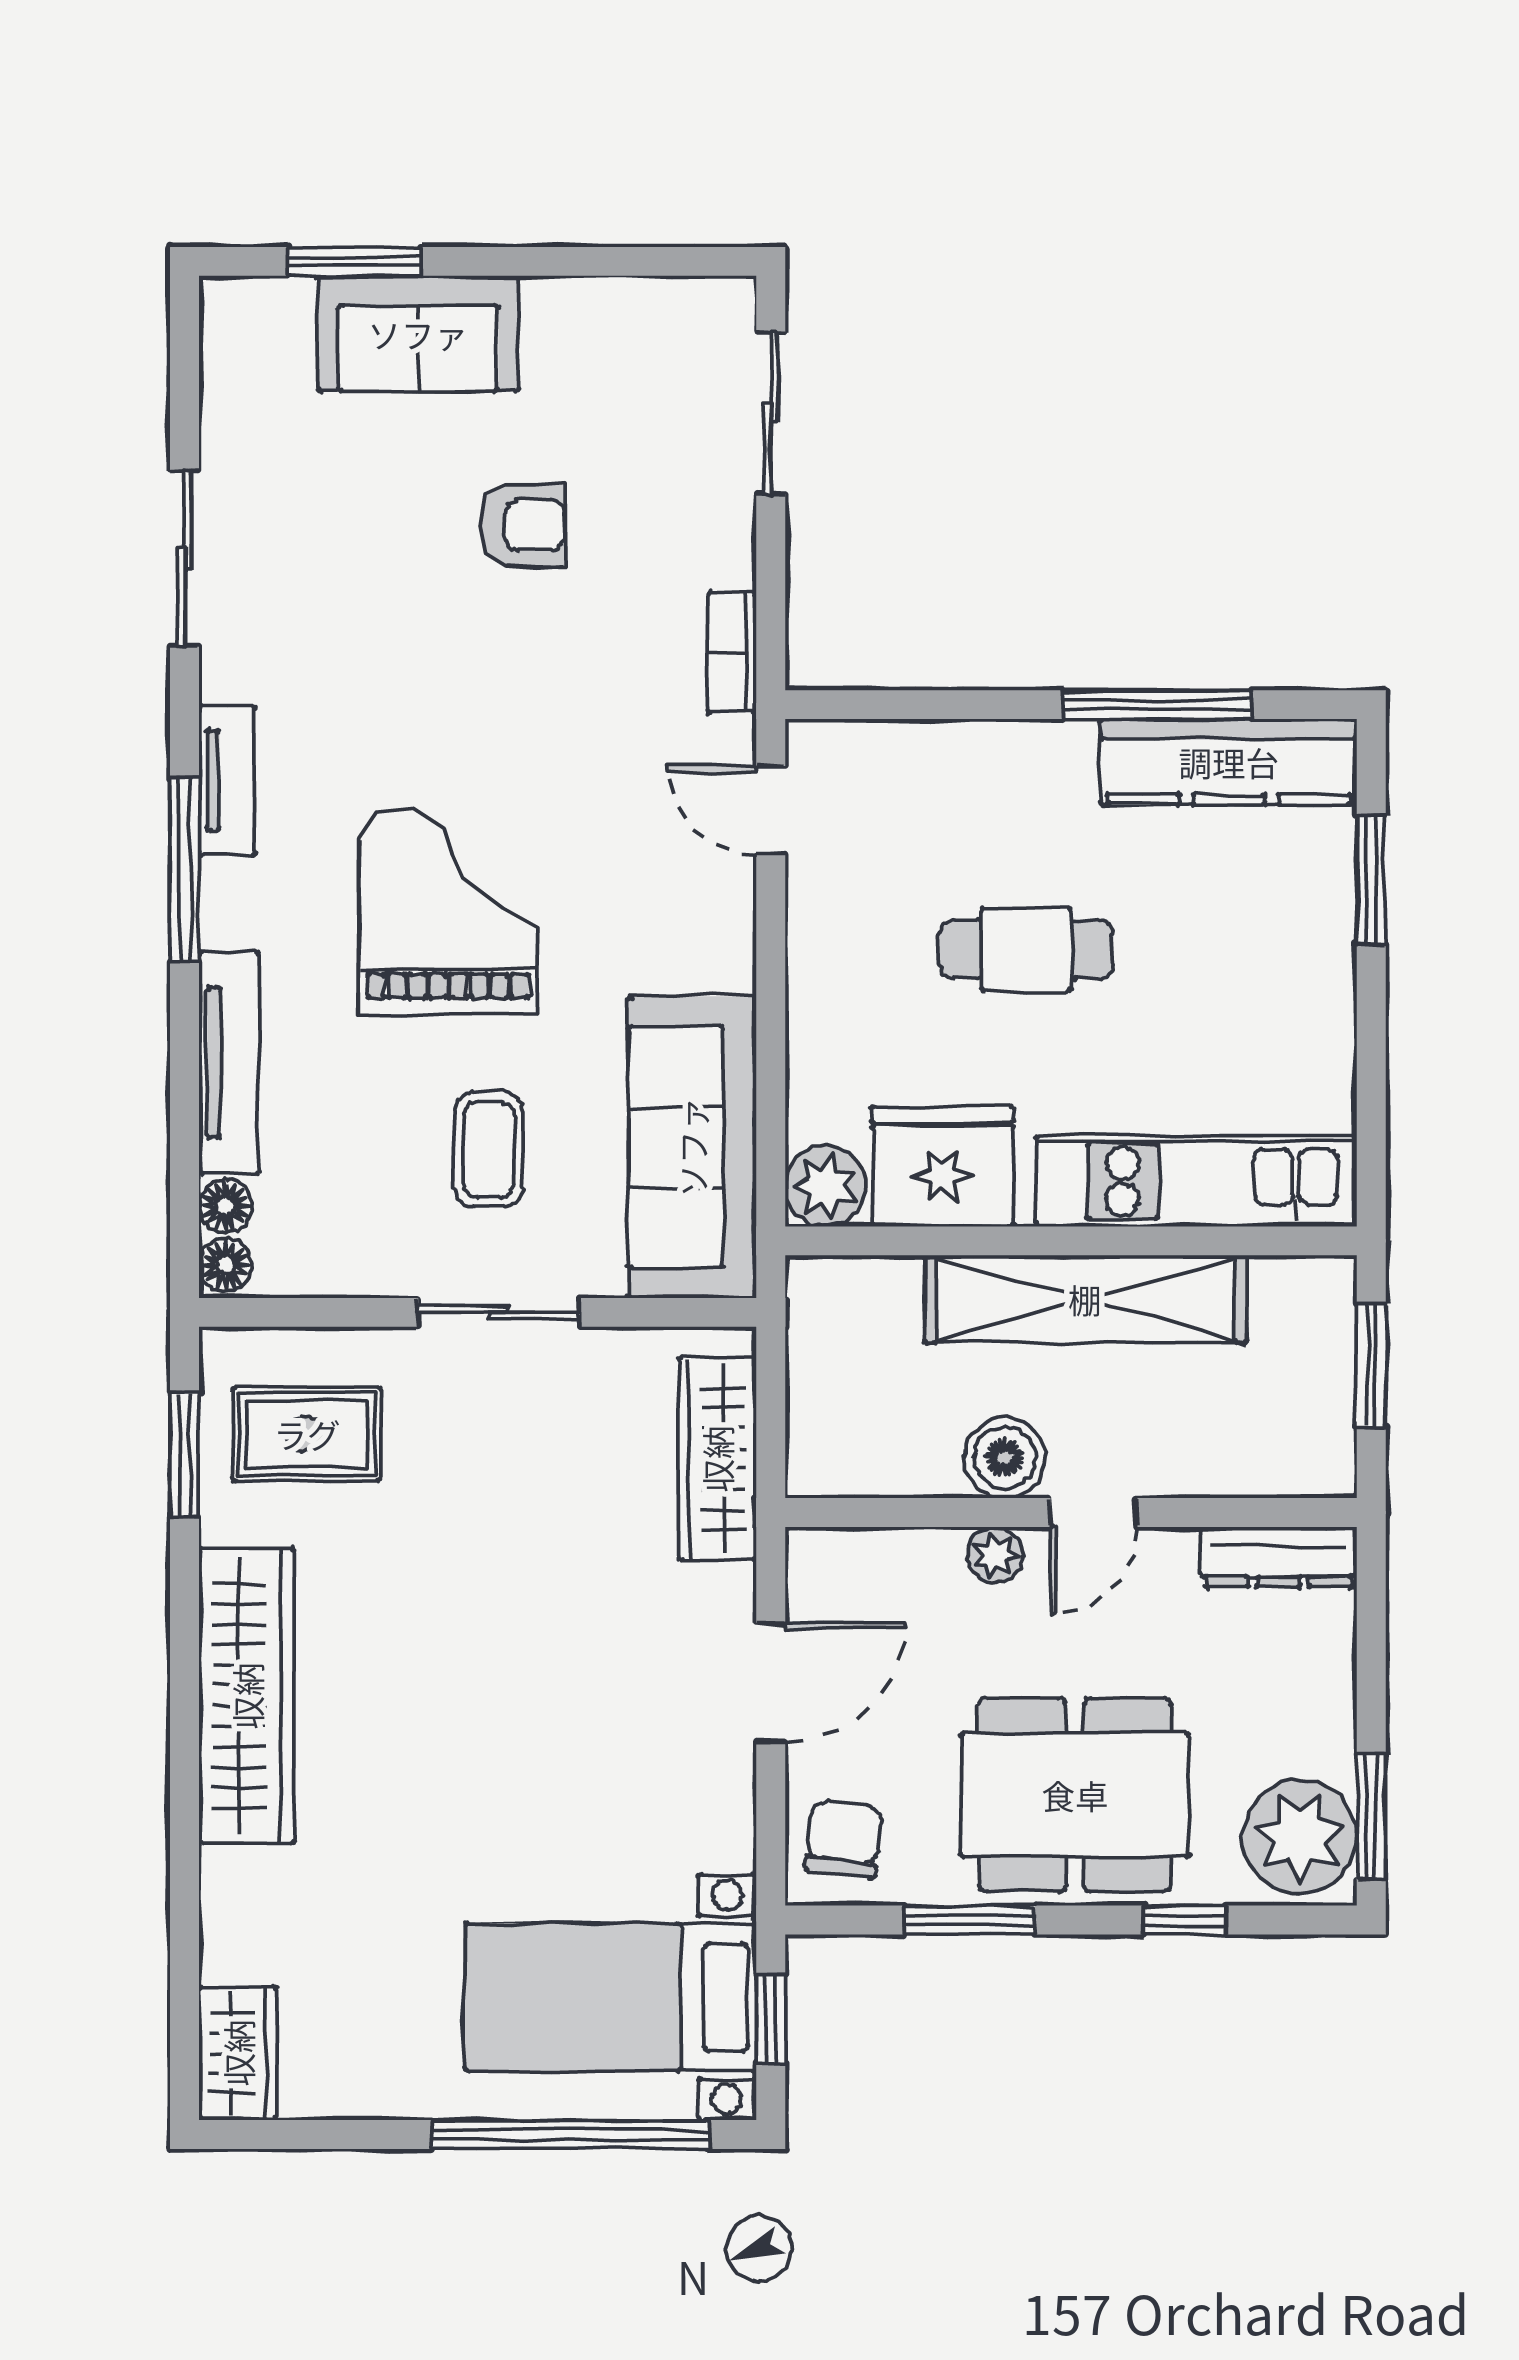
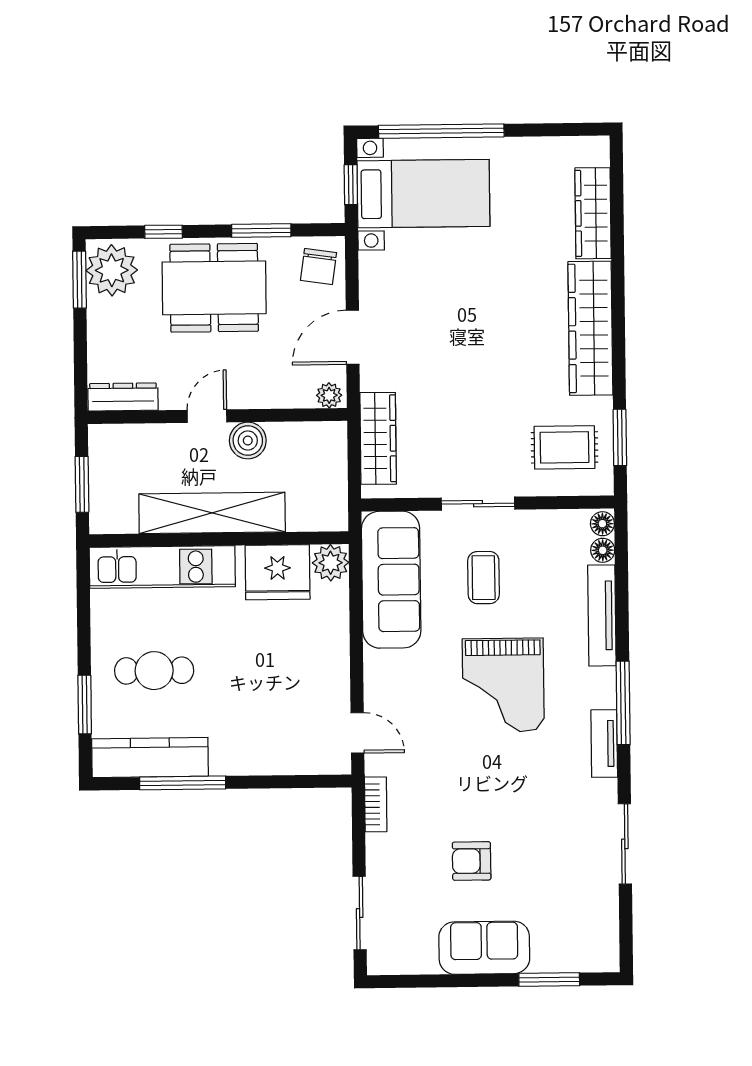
sofa: (418, 334) -> (484, 948), moved
cafe table: (1026, 950) -> (154, 671), moved
plant: (995, 1555) -> (329, 395), moved
wardrobe: (238, 2053) -> (593, 213), moved, width x1.50

